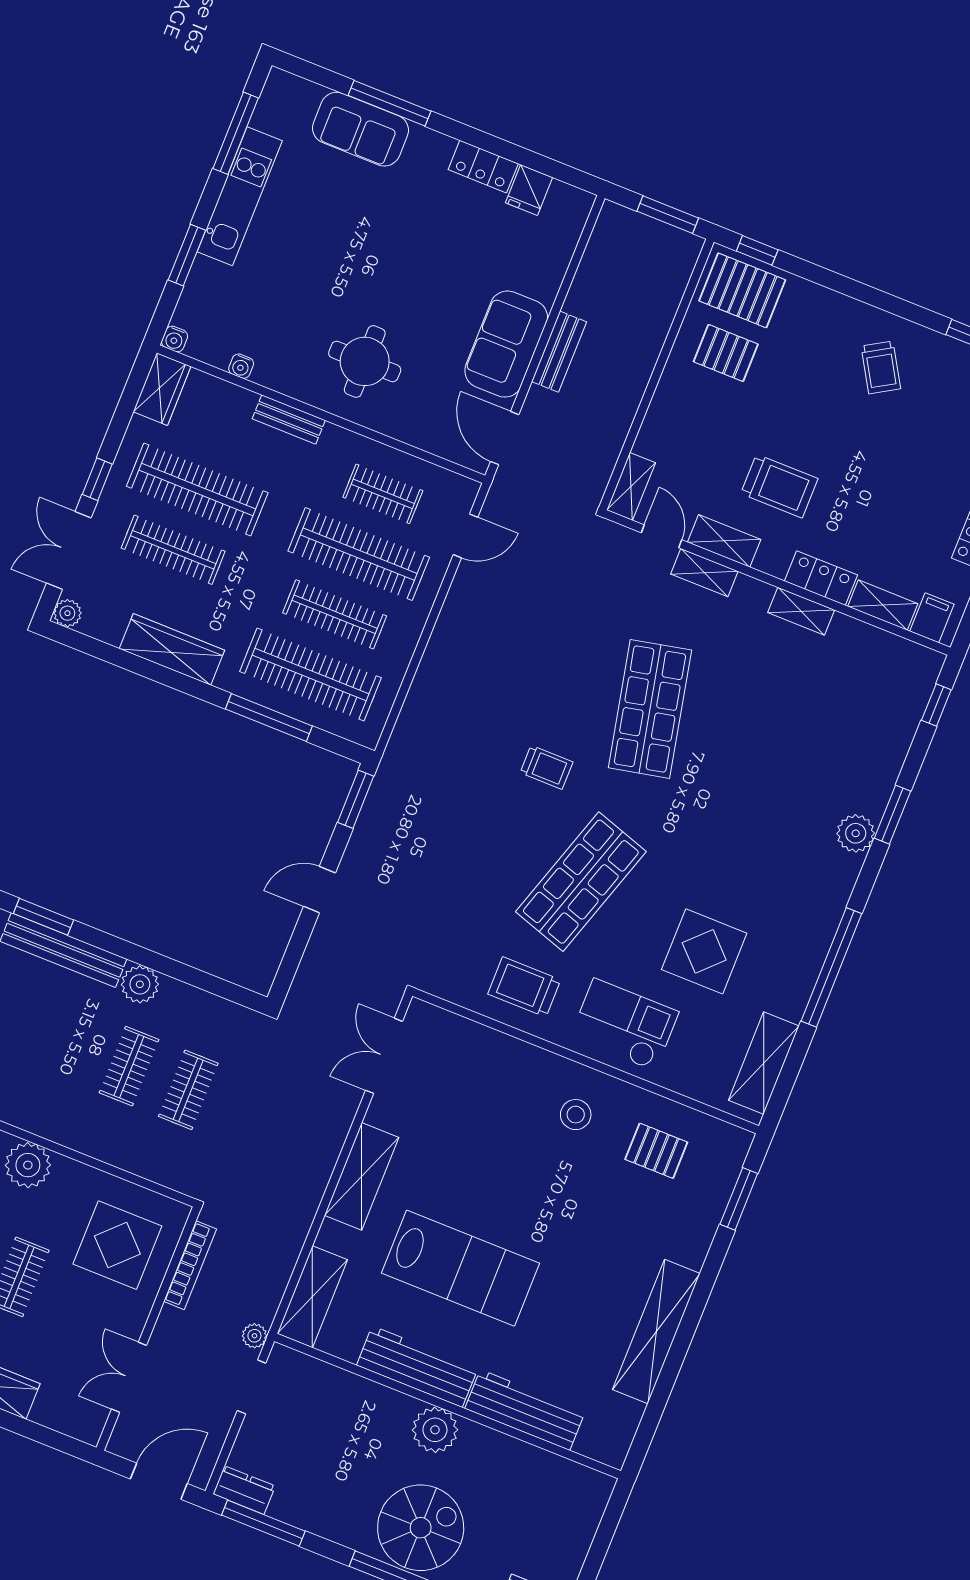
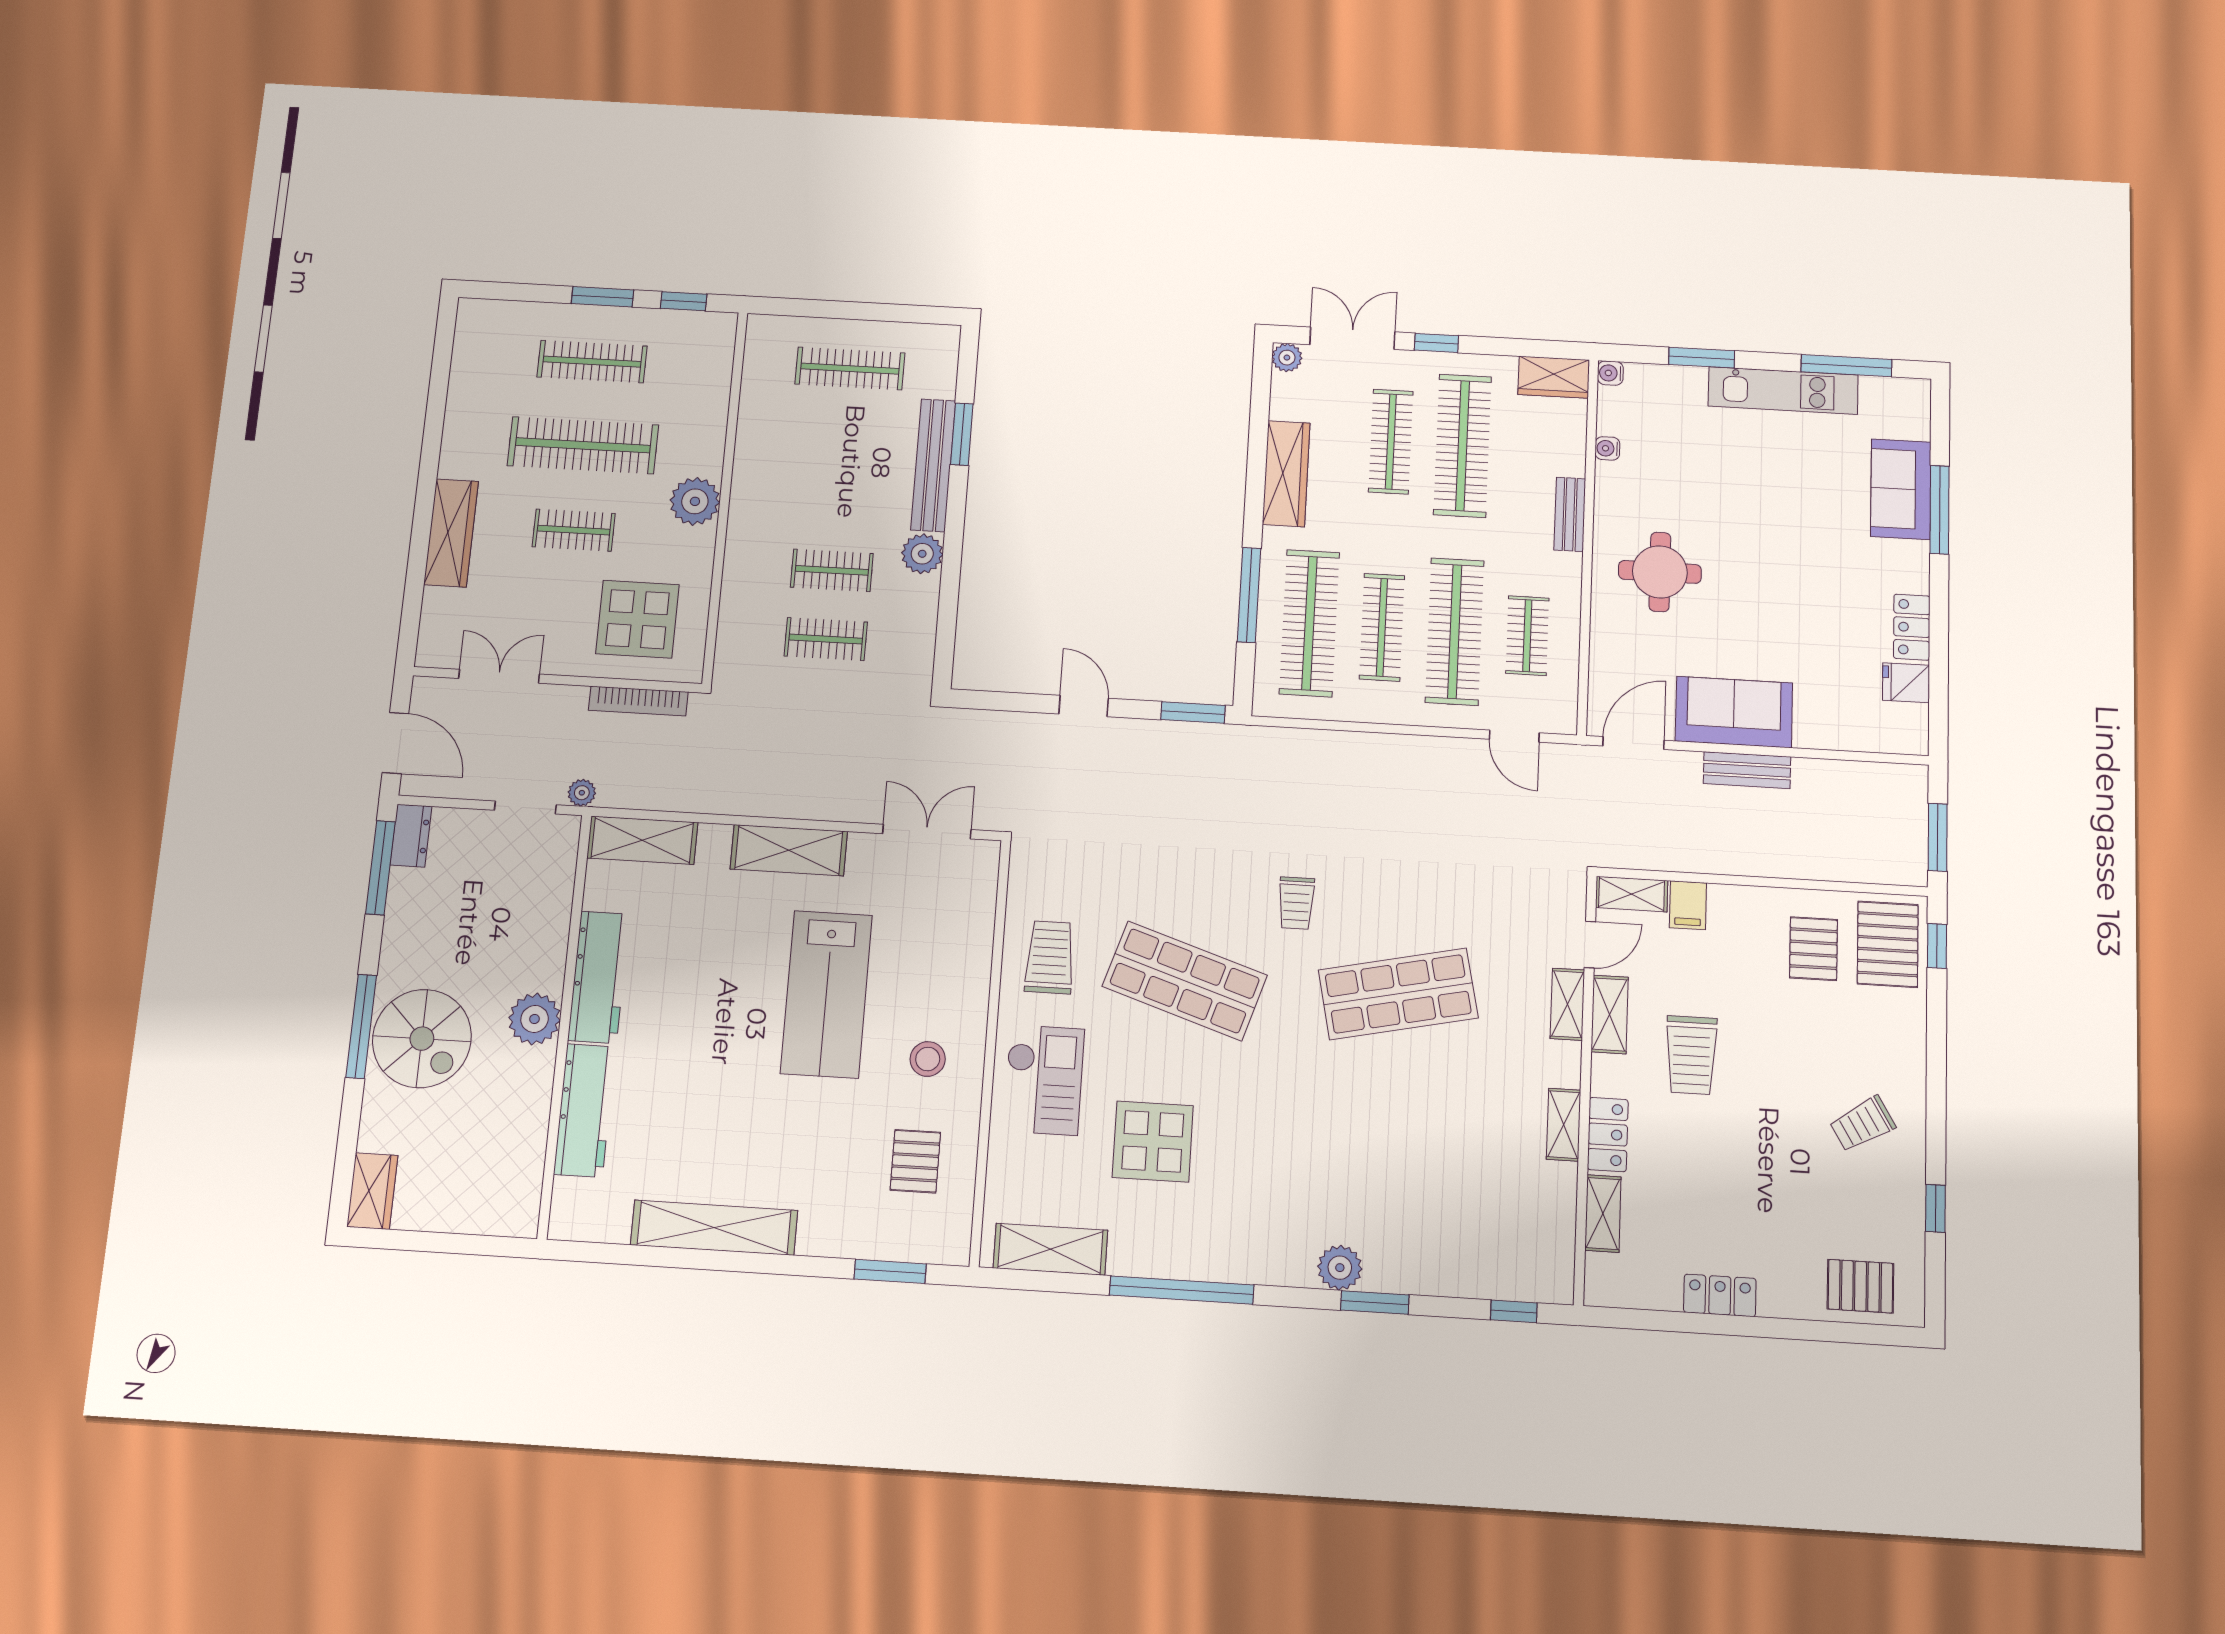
filing cabinet: (932, 618) -> (1688, 905), moved, turned 90
lab bench: (460, 1268) -> (826, 994), moved

